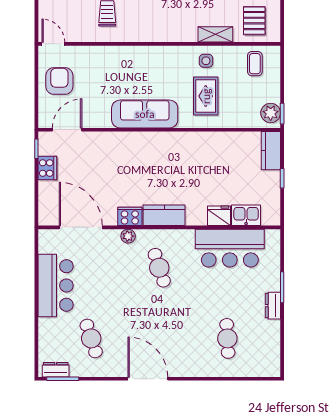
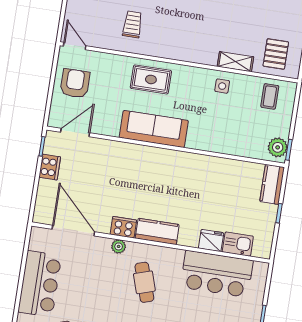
rug: (206, 96) -> (151, 79), moved, turned 90

